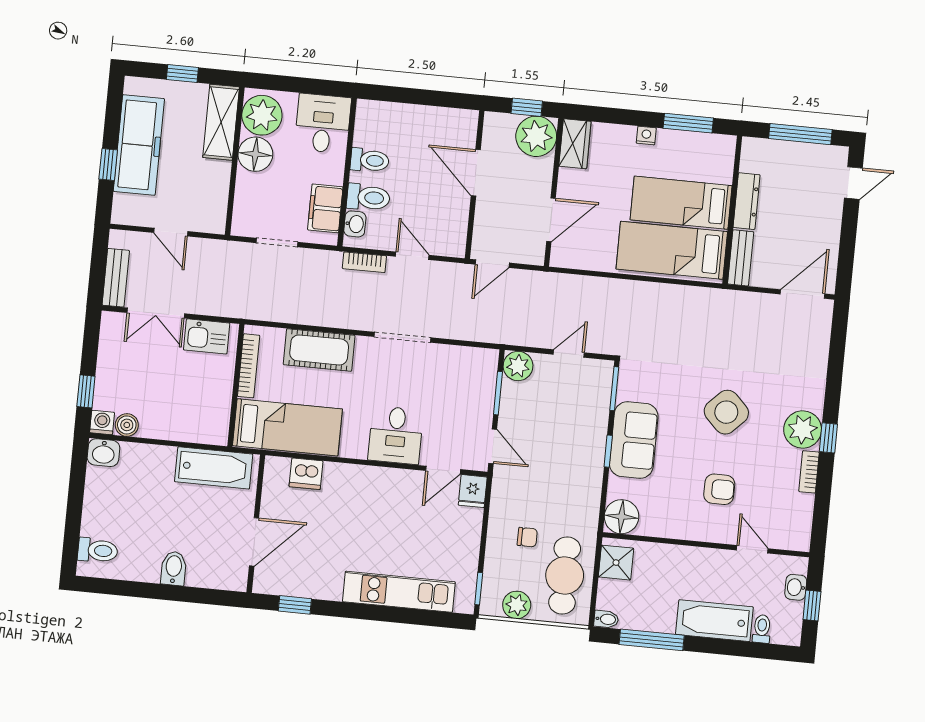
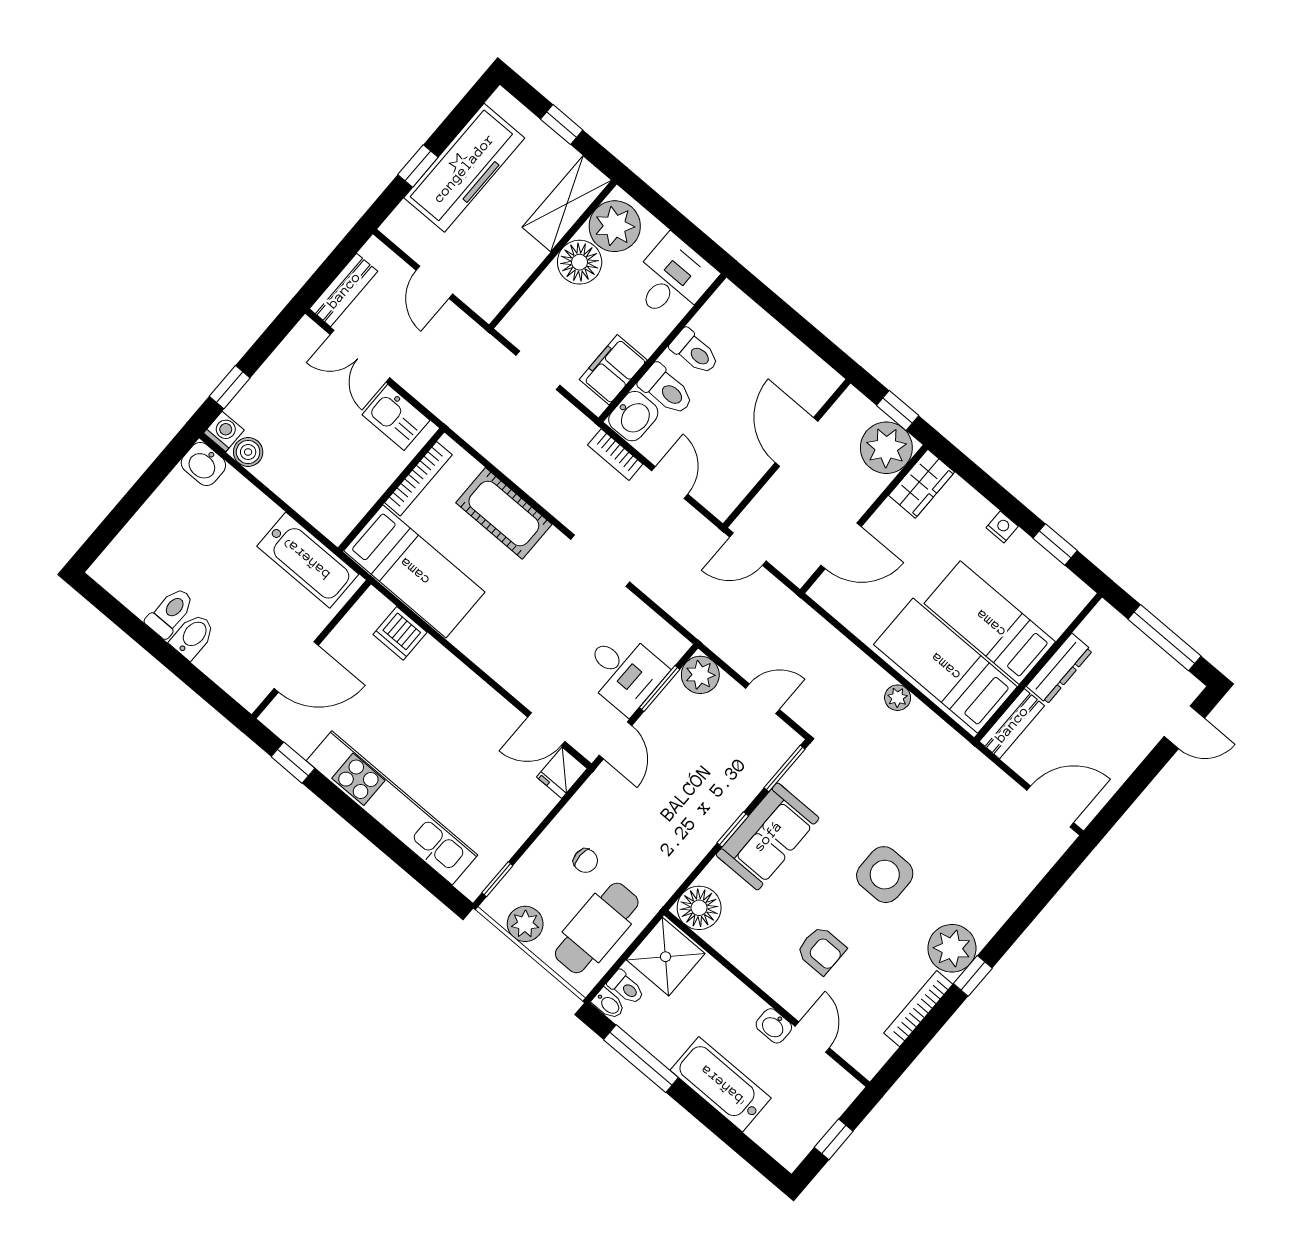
window: (688, 123) -> (1055, 544), width x0.67
washbasin: (355, 224) -> (633, 416), width x1.38, depth x1.45
plant: (655, 292) -> (898, 698), added
side table: (726, 412) -> (885, 875), turned 45
desk: (396, 435) -> (624, 672), moved, turned -90
bookcase: (809, 472) -> (918, 1009), width x1.56
toilet: (98, 550) -> (170, 612), moved, turned -90
shower: (616, 563) -> (666, 957), width x1.36, depth x1.36
washbasin: (796, 587) -> (774, 1026), moved, turned -90
kitchen unit: (399, 592) -> (392, 808), width x1.36
toilet: (762, 629) -> (626, 987), moved, turned 90

